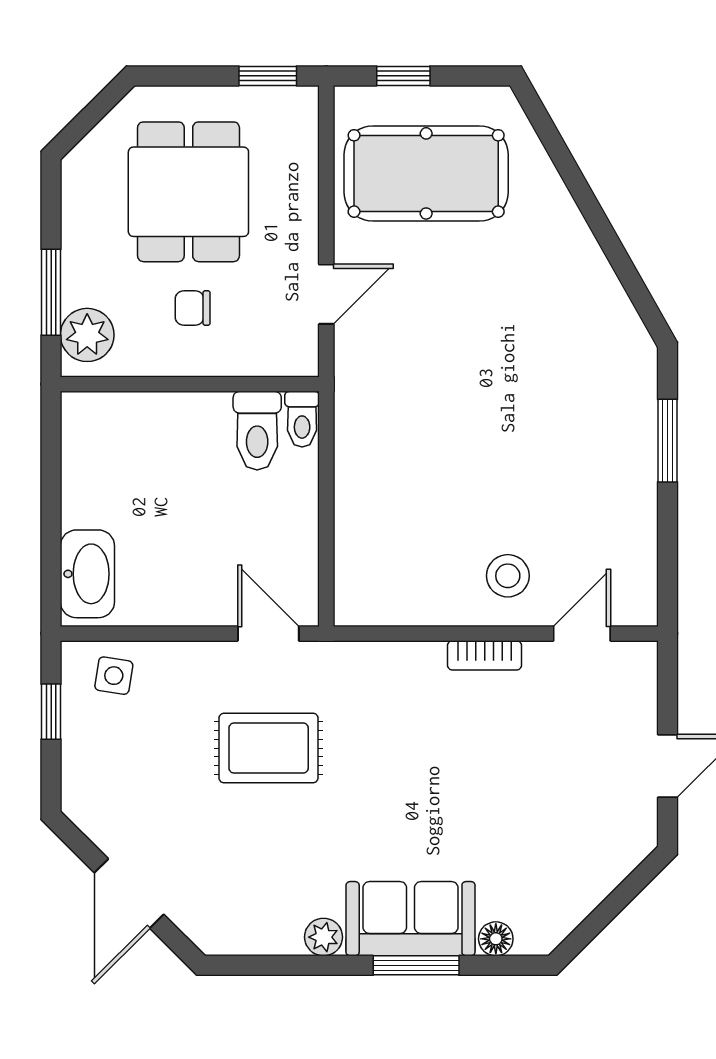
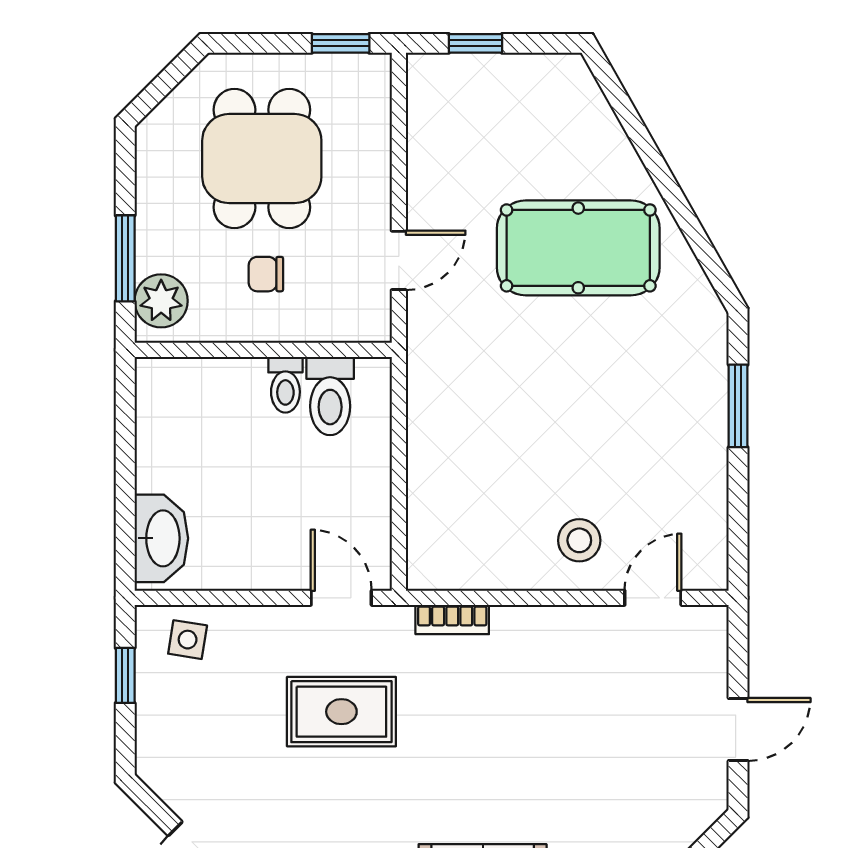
pool table: (426, 173) -> (578, 248), moved
toilet: (302, 419) -> (285, 385), moved
bookcase: (485, 655) -> (452, 619), moved

